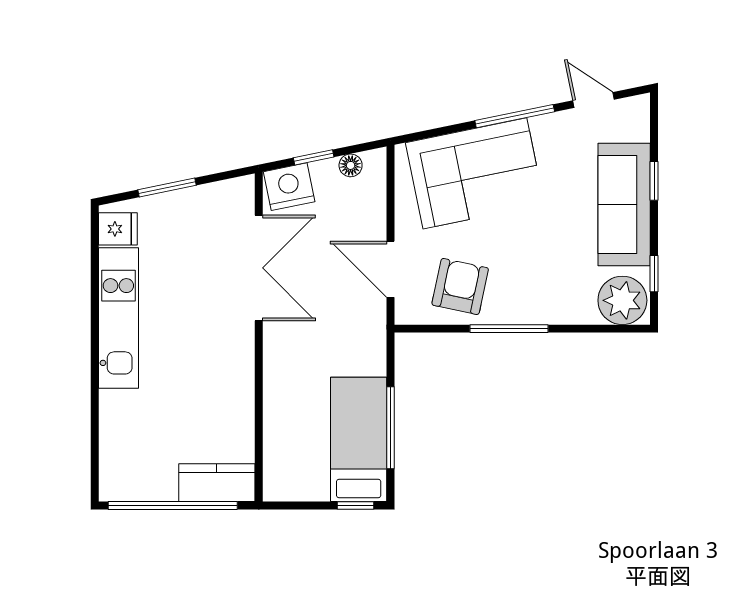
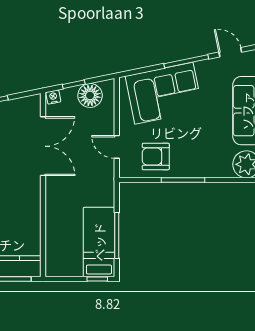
floor lamp: (351, 165) -> (90, 95), width x1.89, depth x1.89
nightstand: (289, 187) -> (53, 97), width x0.53, depth x0.56
door: (390, 269) -> (117, 147), width x0.73
armchair: (460, 286) -> (156, 157), turned -102

